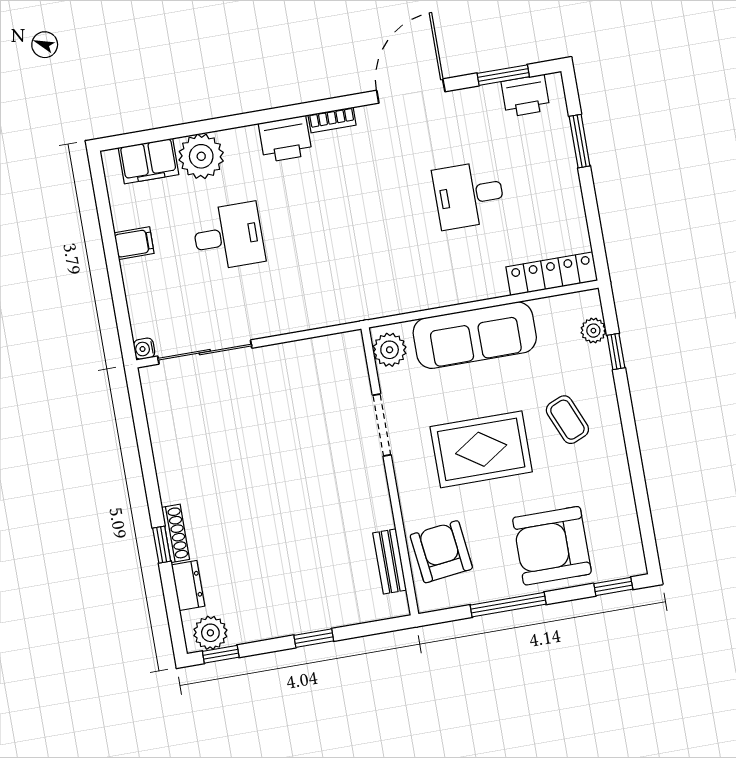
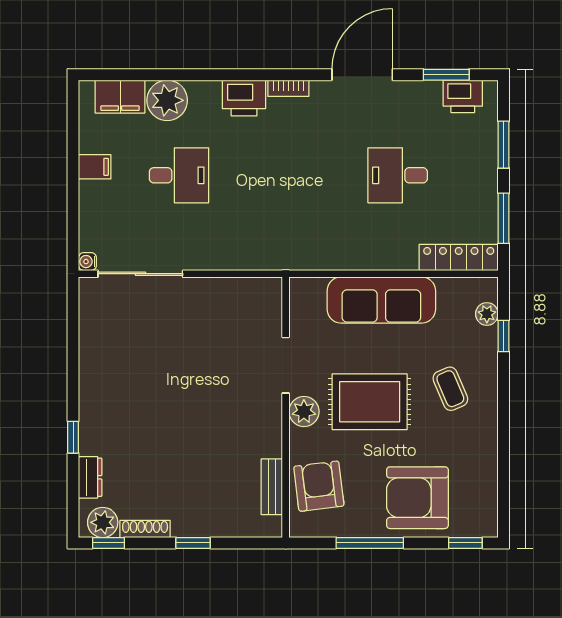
window: (594, 222) -> (504, 218), added
plant: (390, 350) -> (304, 412), moved
shoe rack: (176, 533) -> (145, 529), moved, turned -90

